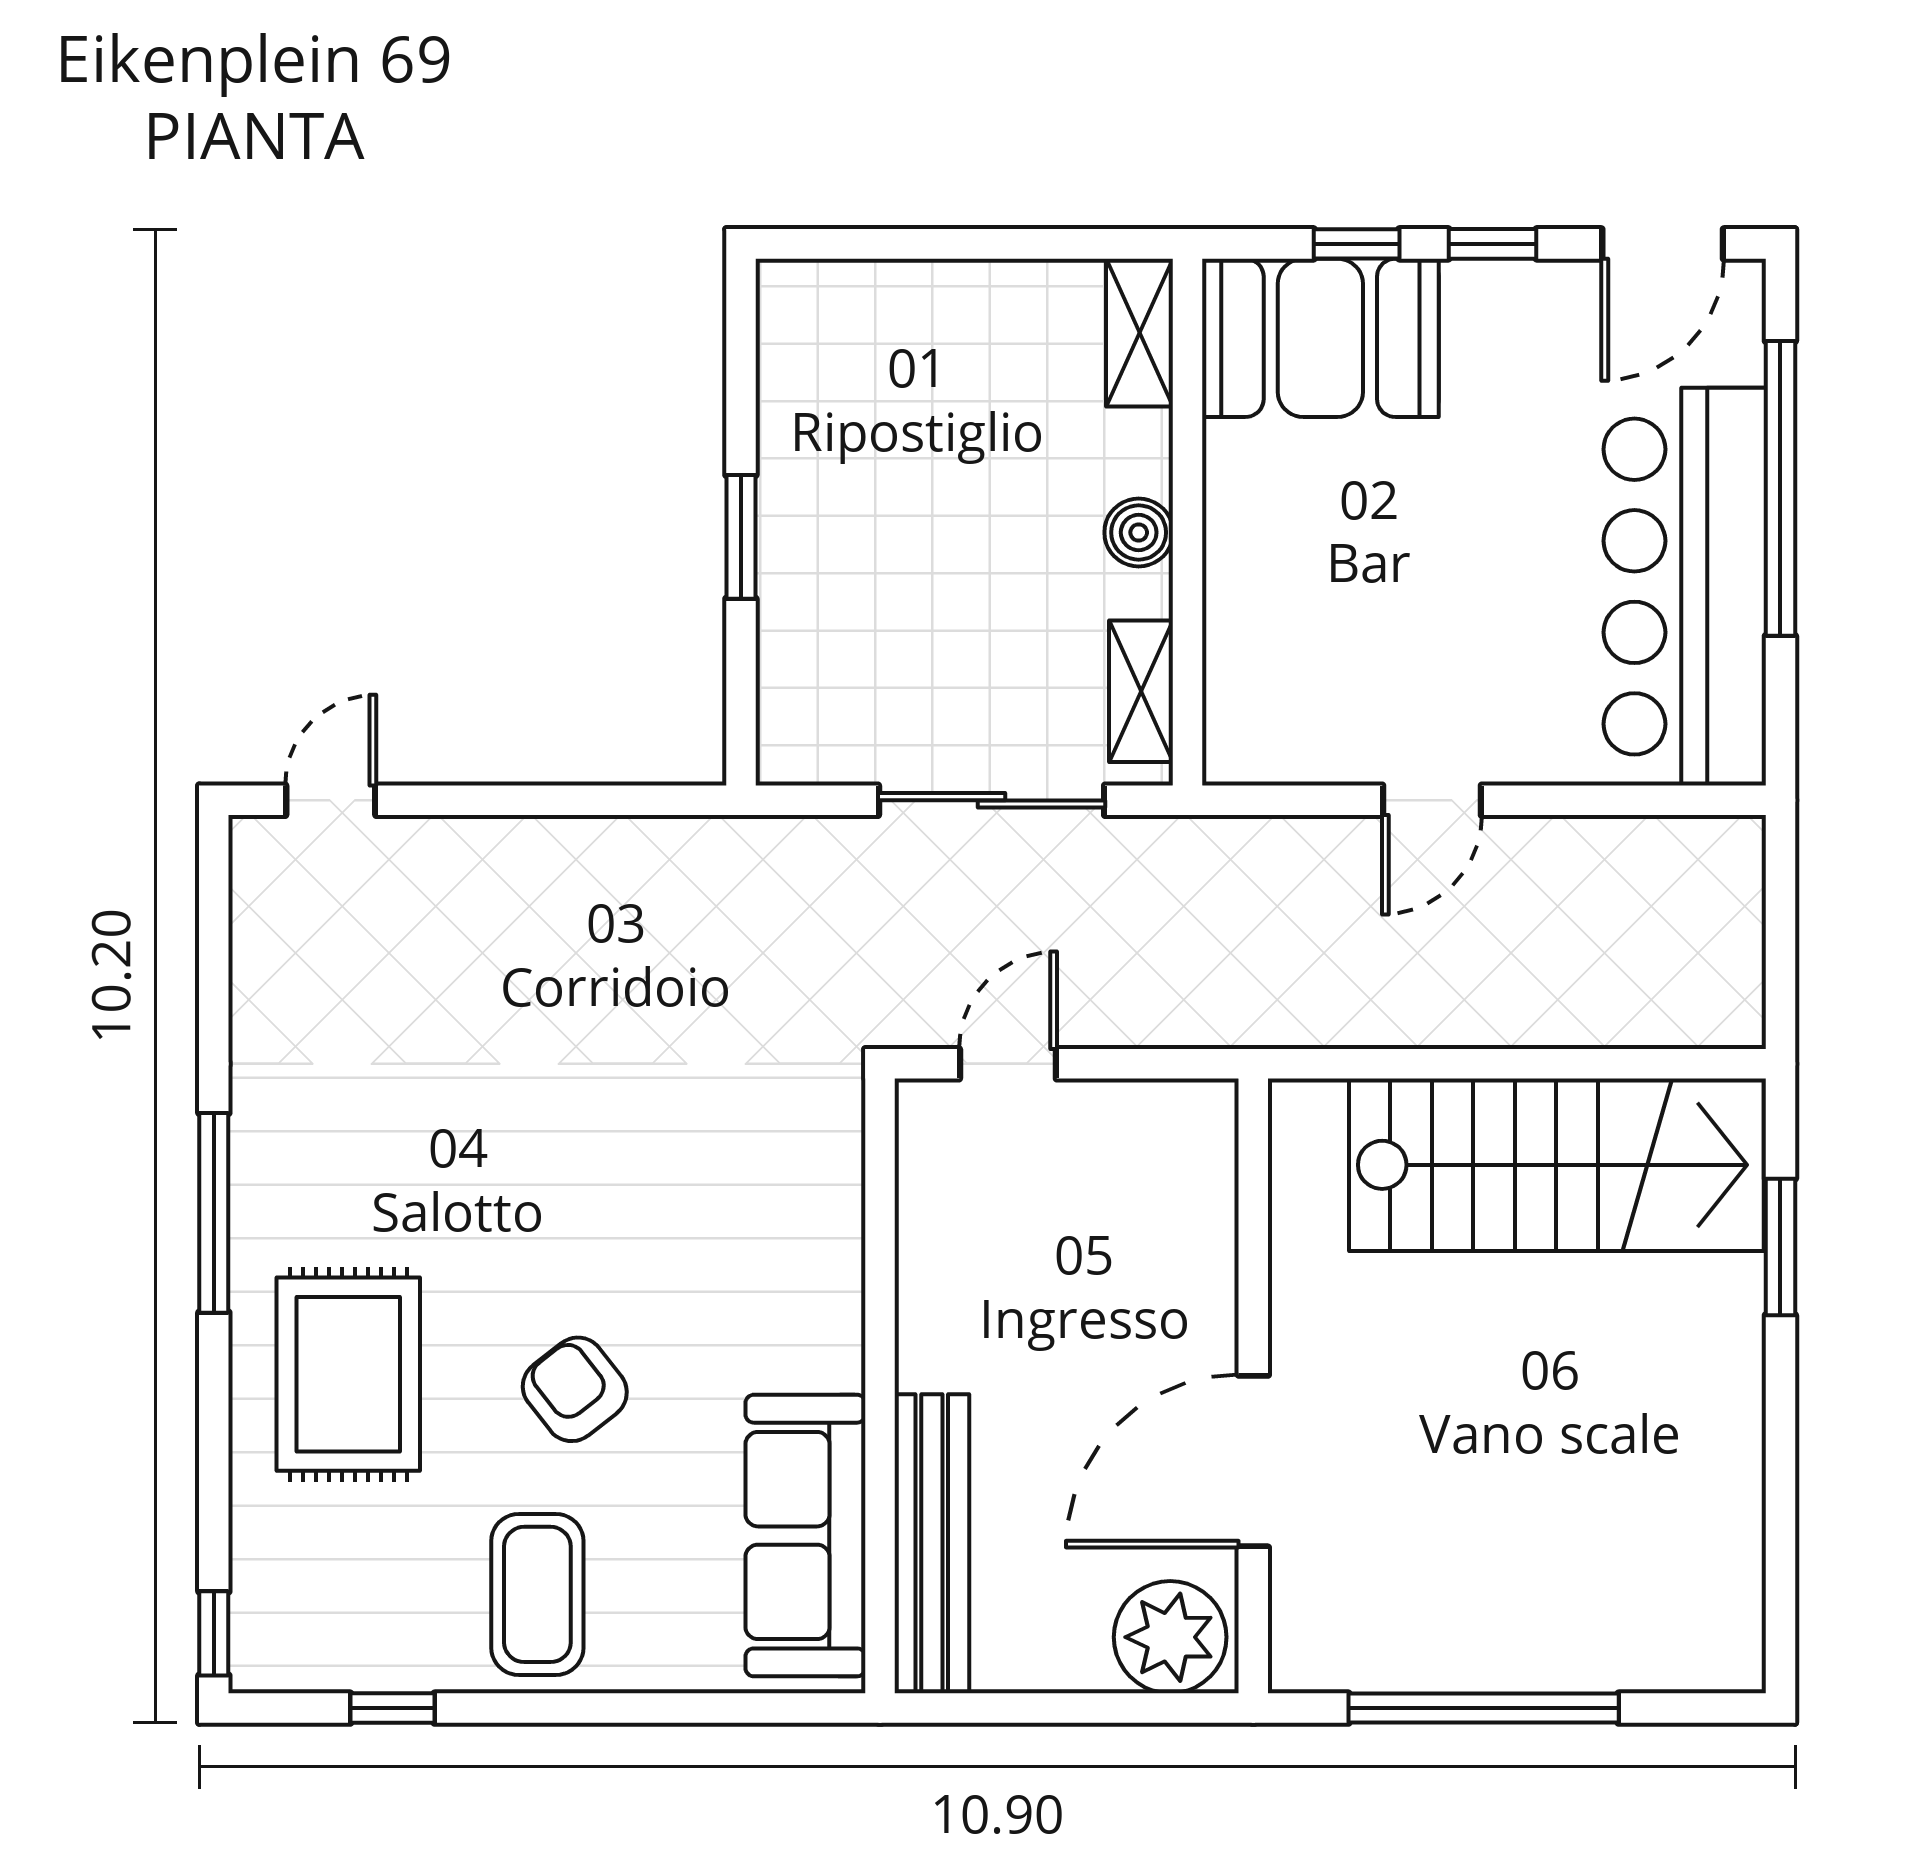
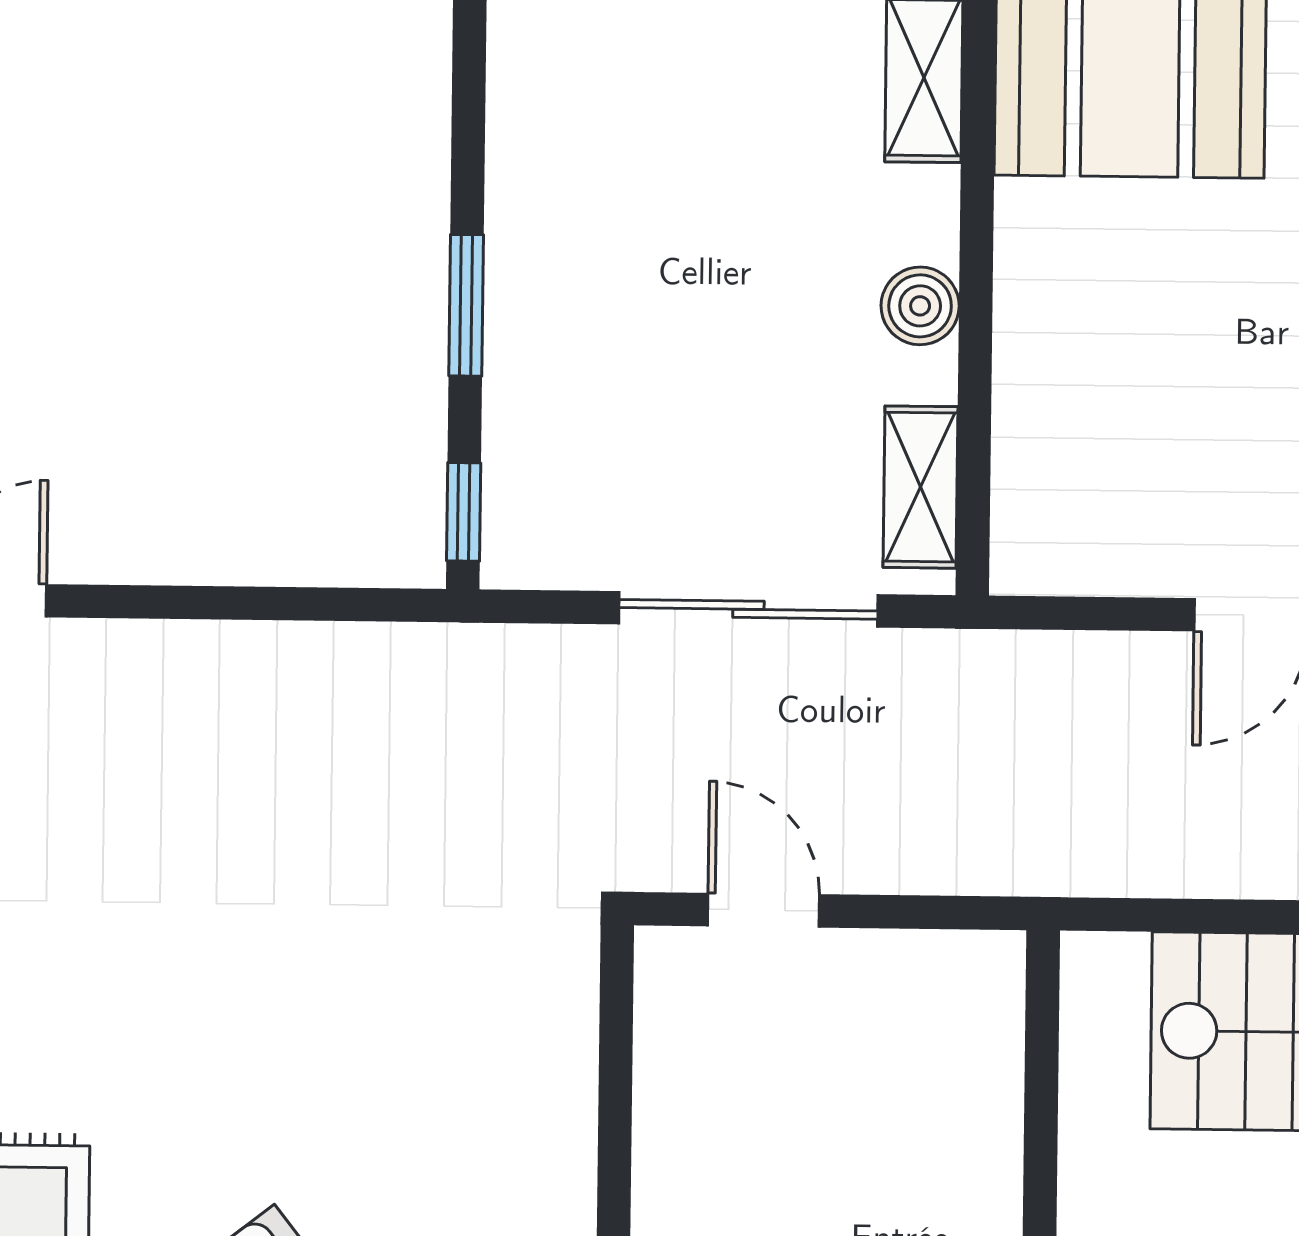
window: (741, 718) -> (464, 512), added
door: (1008, 1064) -> (764, 910), hinge flipped

